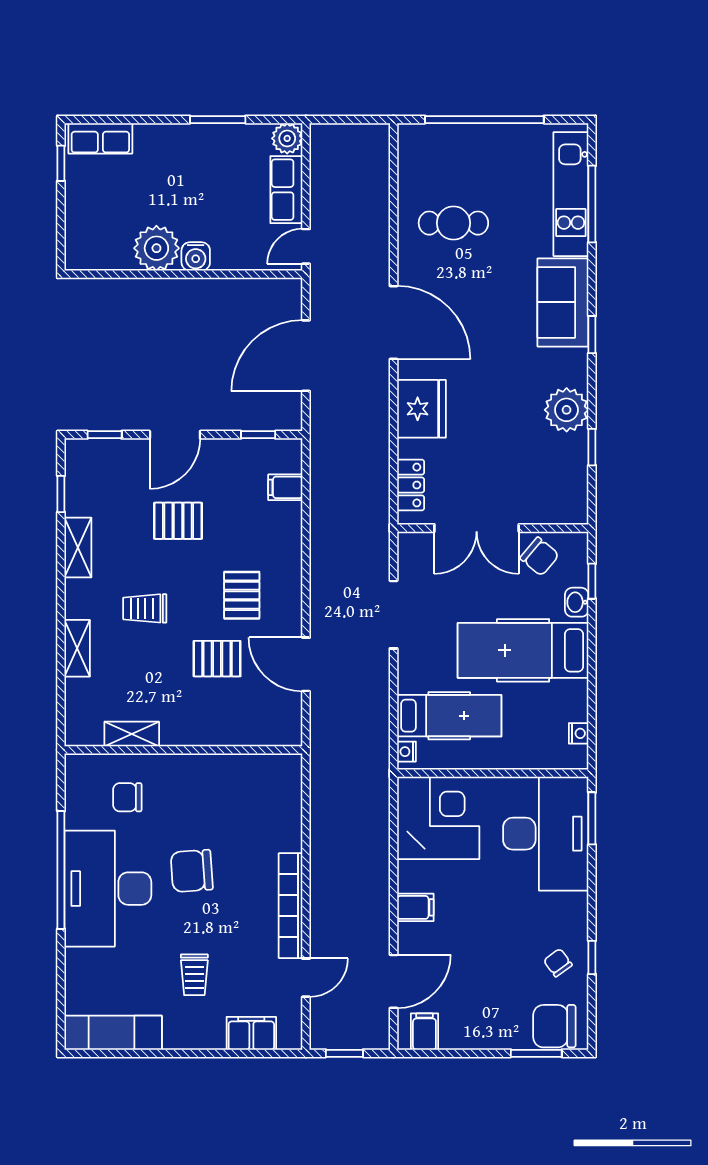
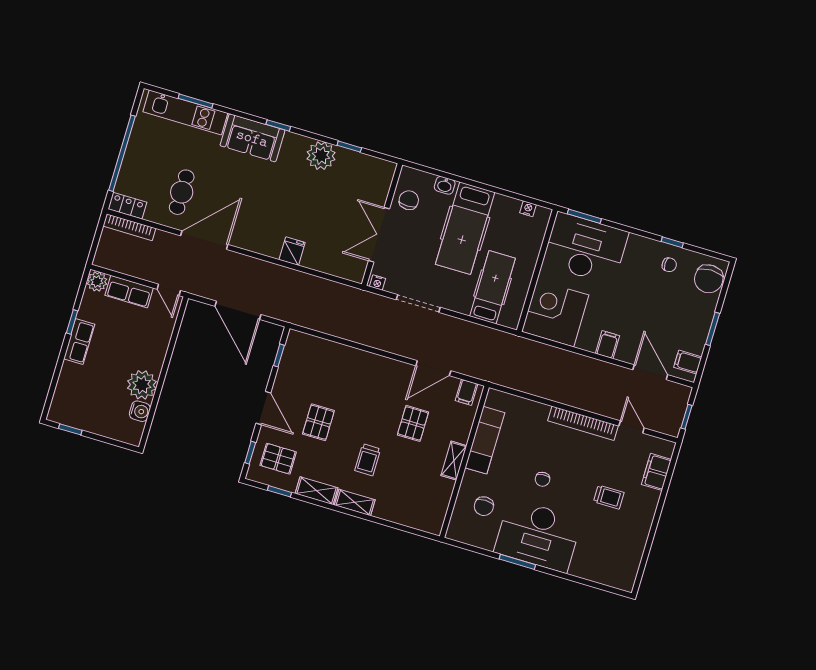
window: (218, 120) -> (72, 322), width x0.67
row of seats: (100, 138) -> (79, 342), moved
bookcase: (380, 162) -> (129, 227), added
window: (592, 204) -> (196, 101), width x0.69
water cooler: (196, 256) -> (140, 411), moved
door: (394, 323) -> (204, 240), moved
fridge: (421, 409) -> (292, 251), width x0.53, depth x0.75
locker: (411, 485) -> (127, 206), moved
filing cabinet: (285, 487) -> (467, 392), moved
double door: (477, 528) -> (379, 235), swing flipped
chair: (540, 557) -> (409, 200), turned -40
window: (592, 581) -> (434, 172), removed
pallet: (242, 595) -> (278, 459), moved
shelving: (77, 648) -> (355, 502), moved
shelving: (132, 734) -> (454, 461), moved
nightstand: (406, 752) -> (378, 283), moved
window: (61, 870) -> (517, 562), width x0.47
chair: (192, 871) -> (542, 479), width x0.54, depth x0.54
chair: (558, 963) -> (669, 265), turned -144
exam couch: (113, 1033) -> (485, 440), moved, turned 180
window: (536, 1053) -> (713, 329), moved

